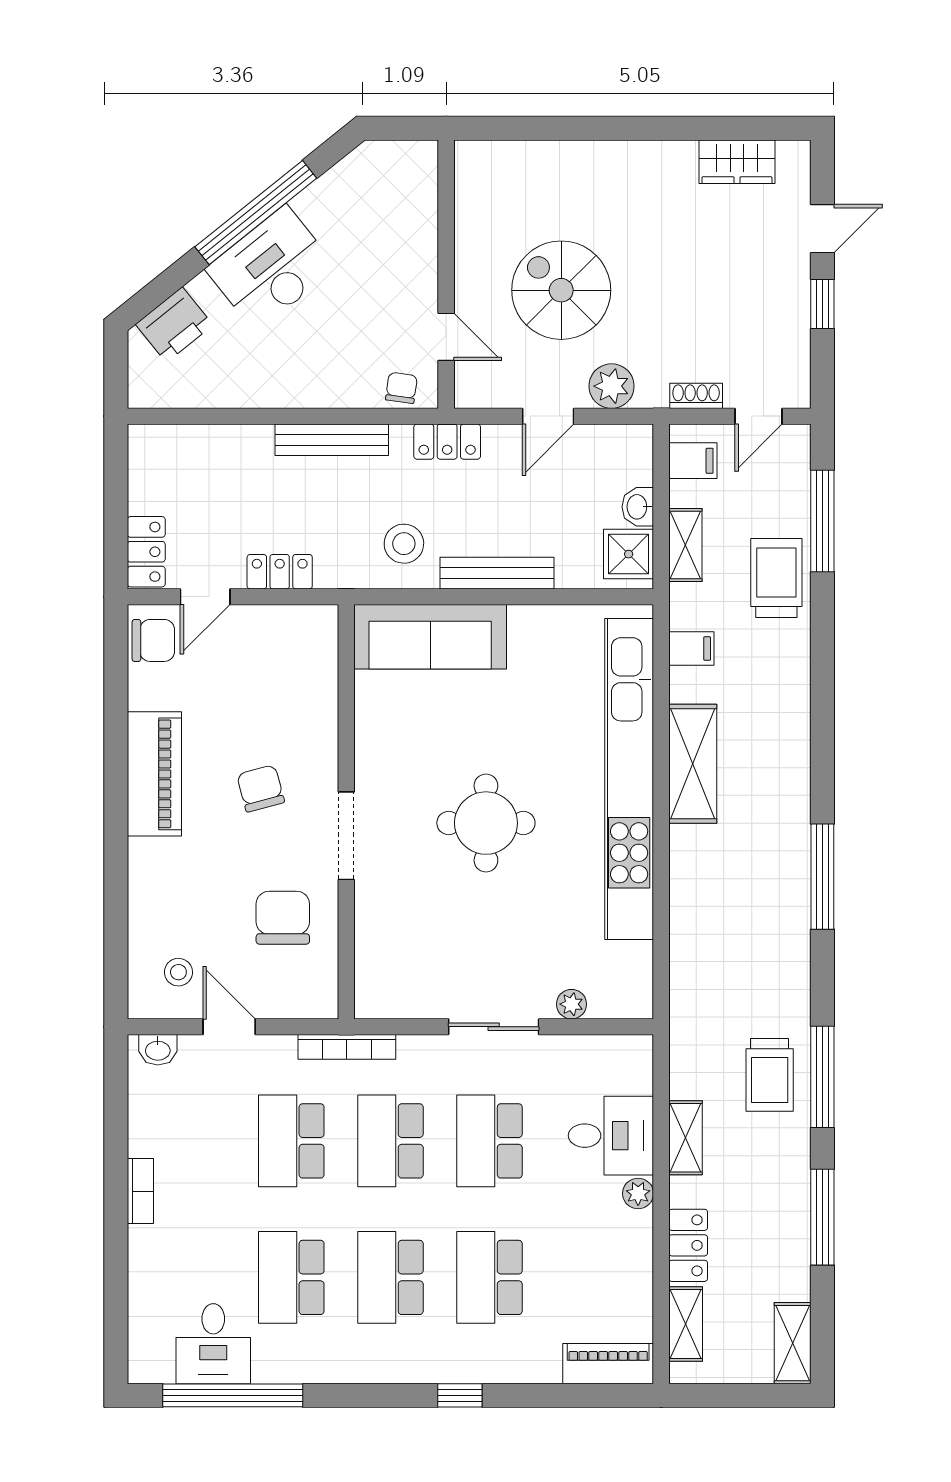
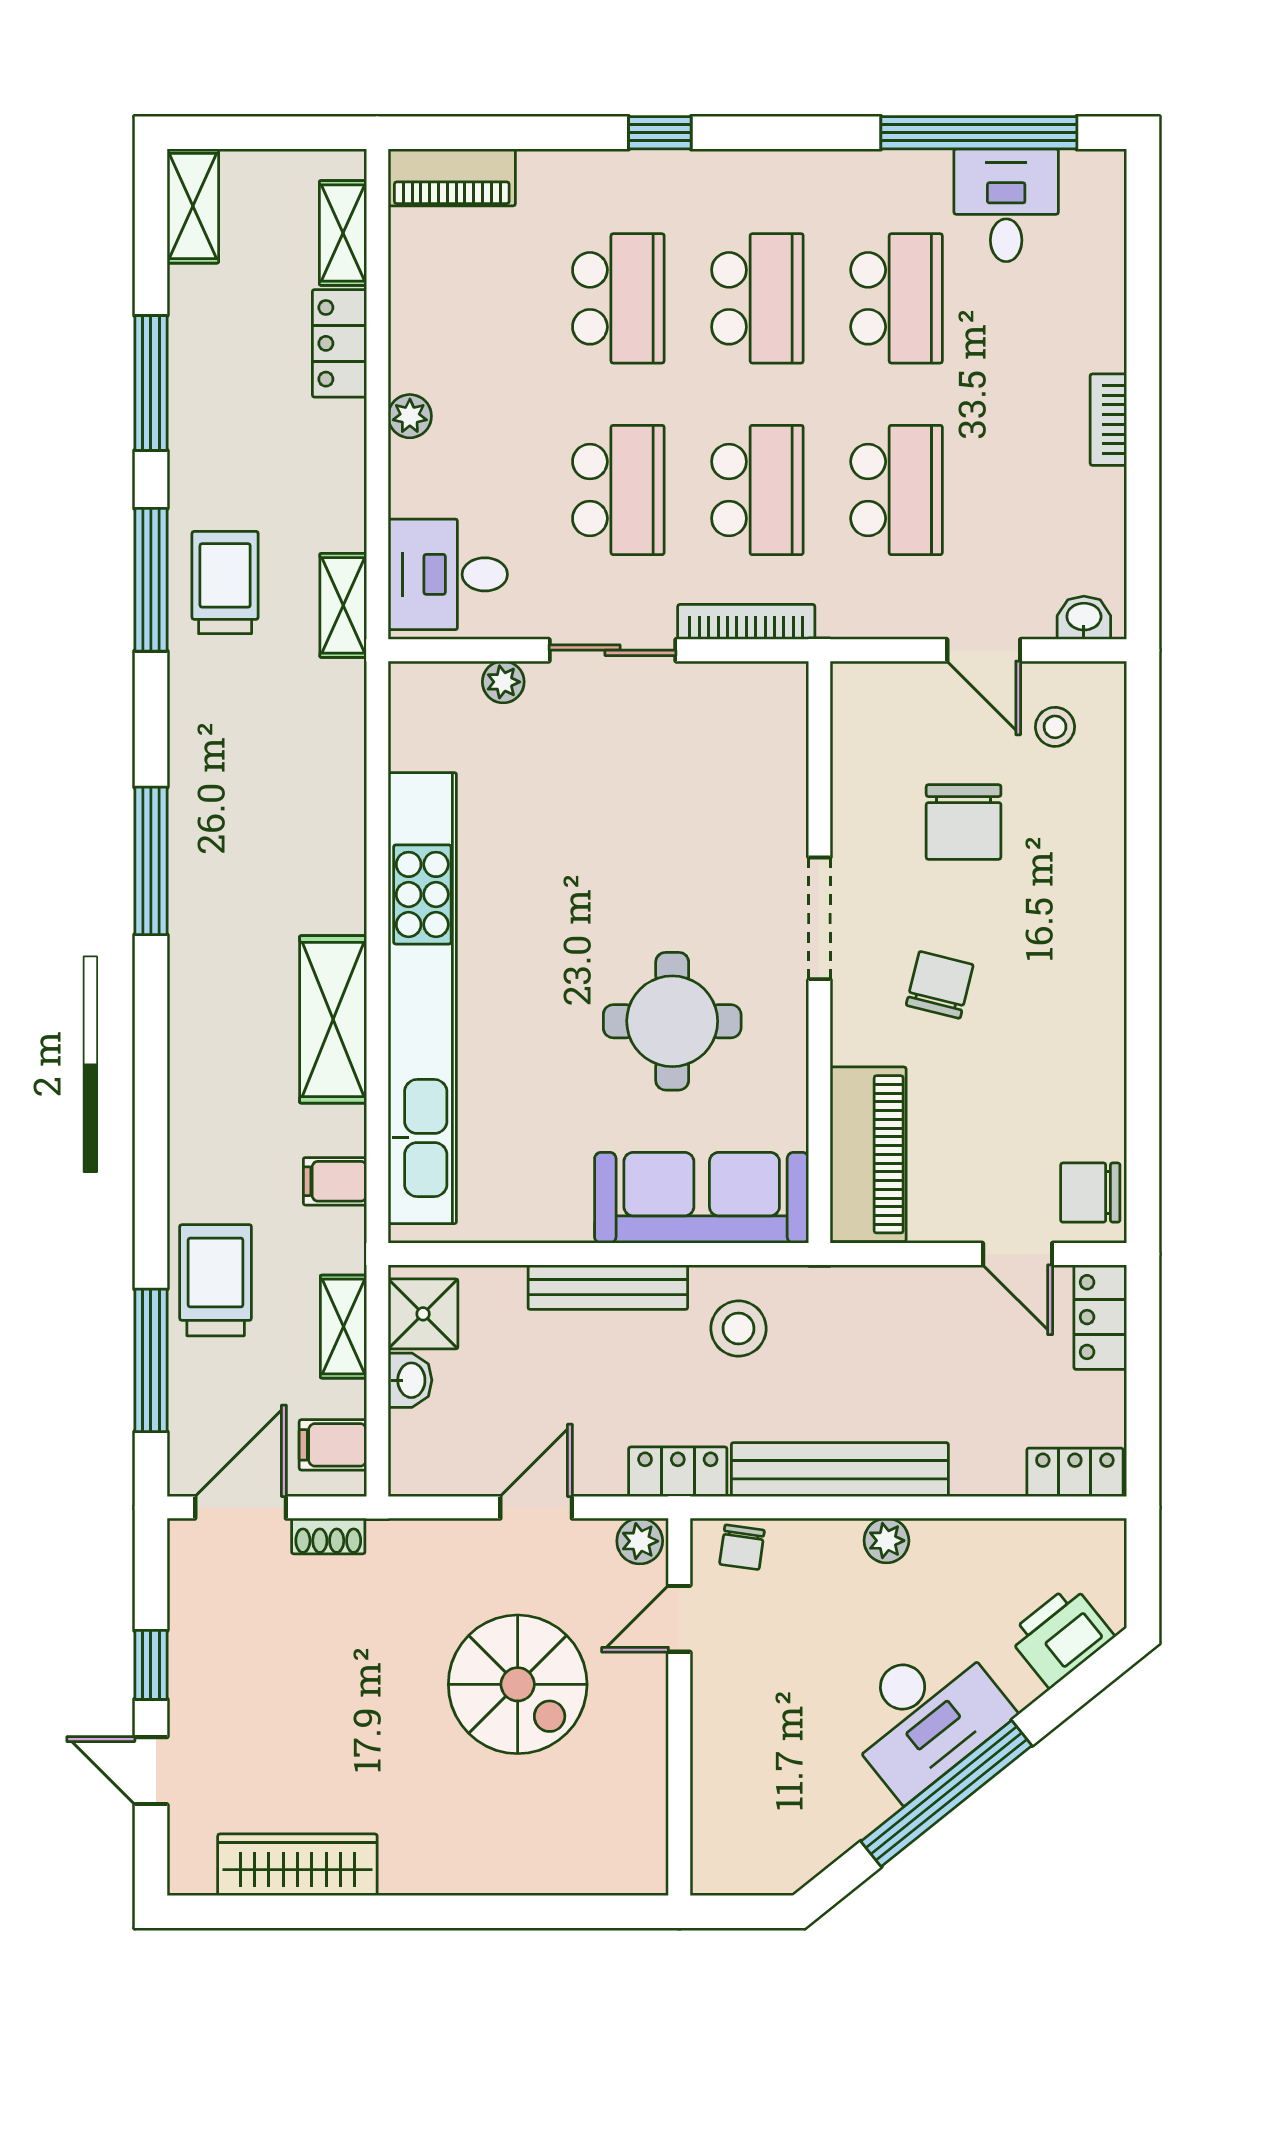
wardrobe: (737, 162) -> (297, 1865), width x1.50
door: (822, 229) -> (151, 1771), hinge flipped
door: (446, 337) -> (679, 1619), hinge flipped
plant: (612, 386) -> (640, 1541), moved, width x0.73, depth x0.73
plant: (299, 393) -> (886, 1541), added
door: (759, 416) -> (241, 1507), width x1.38
bench: (332, 440) -> (840, 1470), width x1.37, depth x1.21
locker: (280, 572) -> (1075, 1472), moved, turned 180
trolley: (776, 578) -> (216, 1280), turned 180
door: (205, 597) -> (1018, 1254), swing flipped
piano: (154, 774) -> (868, 1154), moved, turned 180
chair: (261, 788) -> (940, 985), turned -151
round table: (486, 823) -> (672, 1021), moved
chair: (283, 918) -> (964, 822), moved
bookcase: (347, 1047) -> (746, 622), moved
desk: (611, 1136) -> (448, 574), moved
shelving: (685, 1138) -> (343, 605), moved

